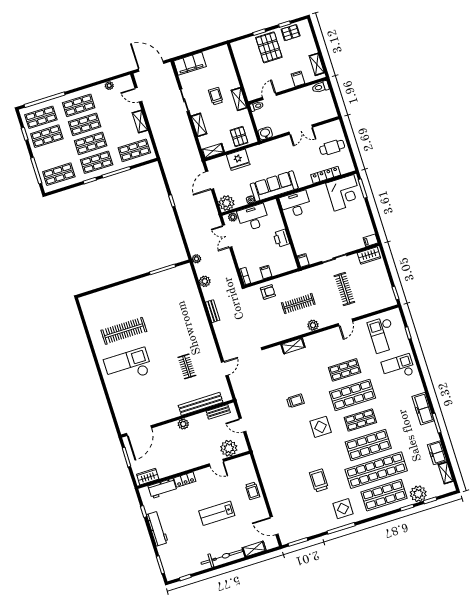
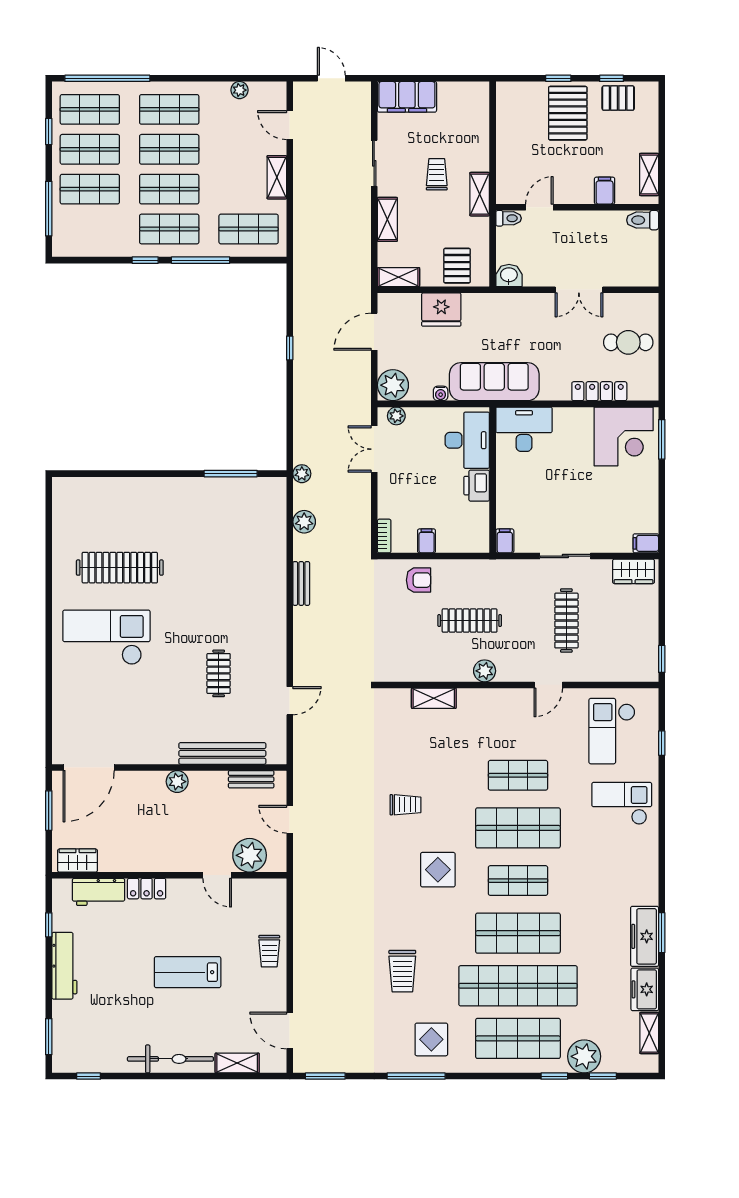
door: (151, 66) -> (331, 78), width x0.53
shop shelf: (59, 174) -> (90, 189), moved
desk: (253, 218) -> (467, 440), moved, turned 90
freezer: (423, 409) -> (645, 936), moved
trolley: (319, 480) -> (402, 971), turned 180

